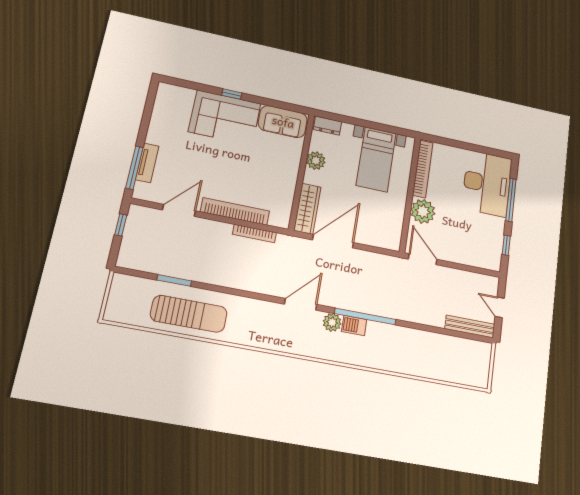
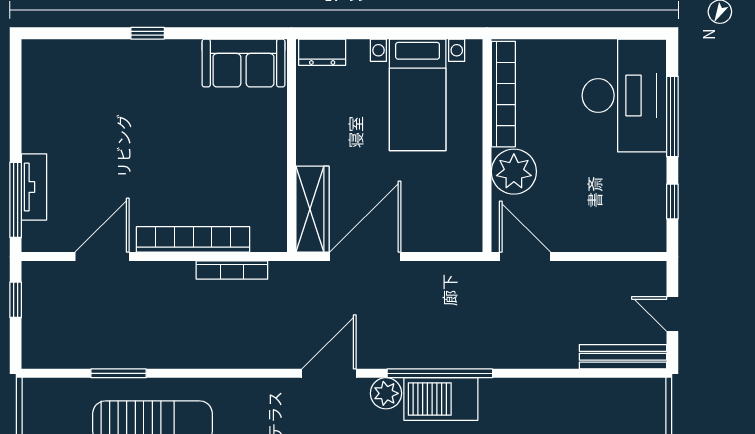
corner sofa: (225, 118) -> (144, 79), removed
plant: (316, 161) -> (312, 121), removed
barbecue: (354, 325) -> (441, 399), width x1.88, depth x1.53

